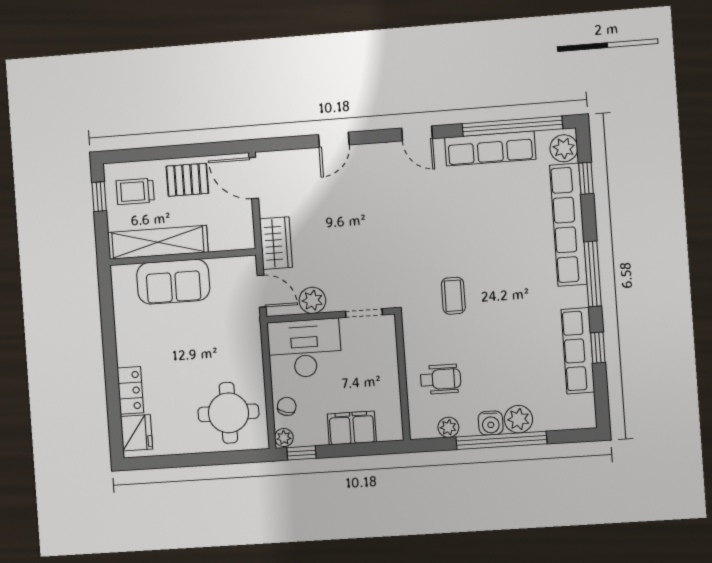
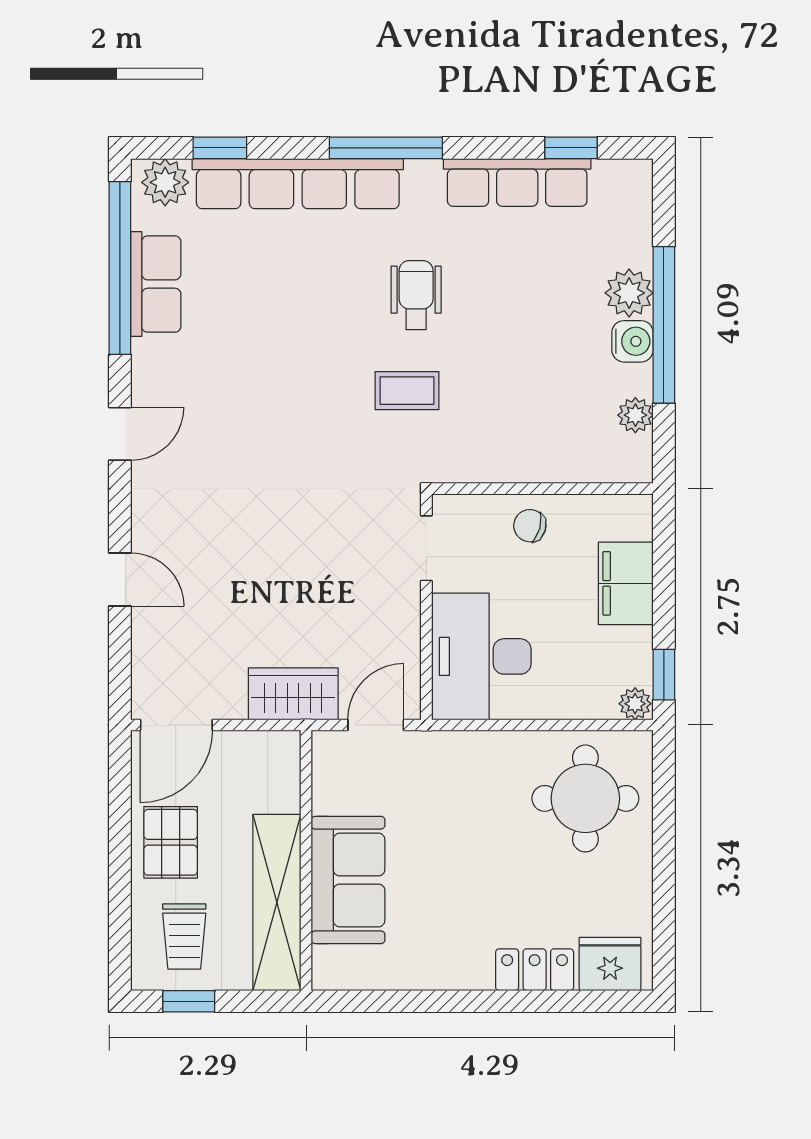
row of seats: (490, 148) -> (156, 284), width x0.68
plant: (312, 300) -> (398, 637), removed
window: (598, 348) -> (571, 148), moved
wheelchair: (441, 379) -> (416, 295), moved
chair: (287, 406) -> (530, 526), moved

